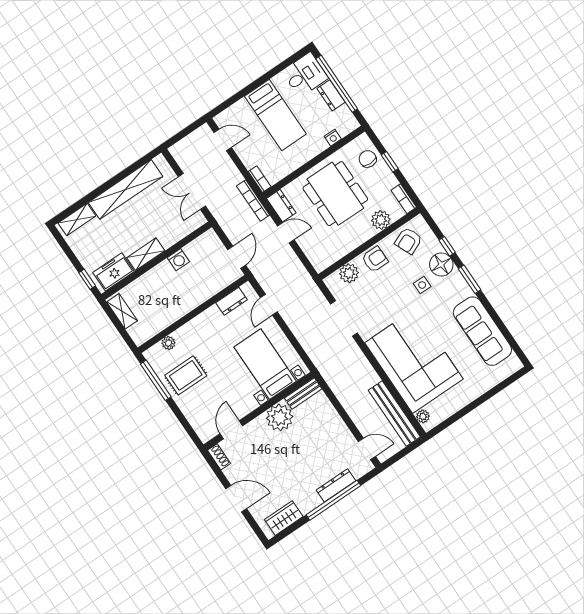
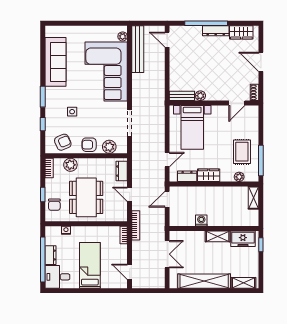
dresser: (281, 206) -> (122, 171), moved
floor lamp: (441, 264) -> (53, 116), removed
shelving: (122, 311) -> (253, 198), moved
wardrobe: (207, 320) -> (209, 175), added
rug: (186, 375) -> (242, 152), turned 90
plant: (280, 417) -> (200, 96), width x0.53, depth x0.53
dresser: (336, 485) -> (216, 31), moved

